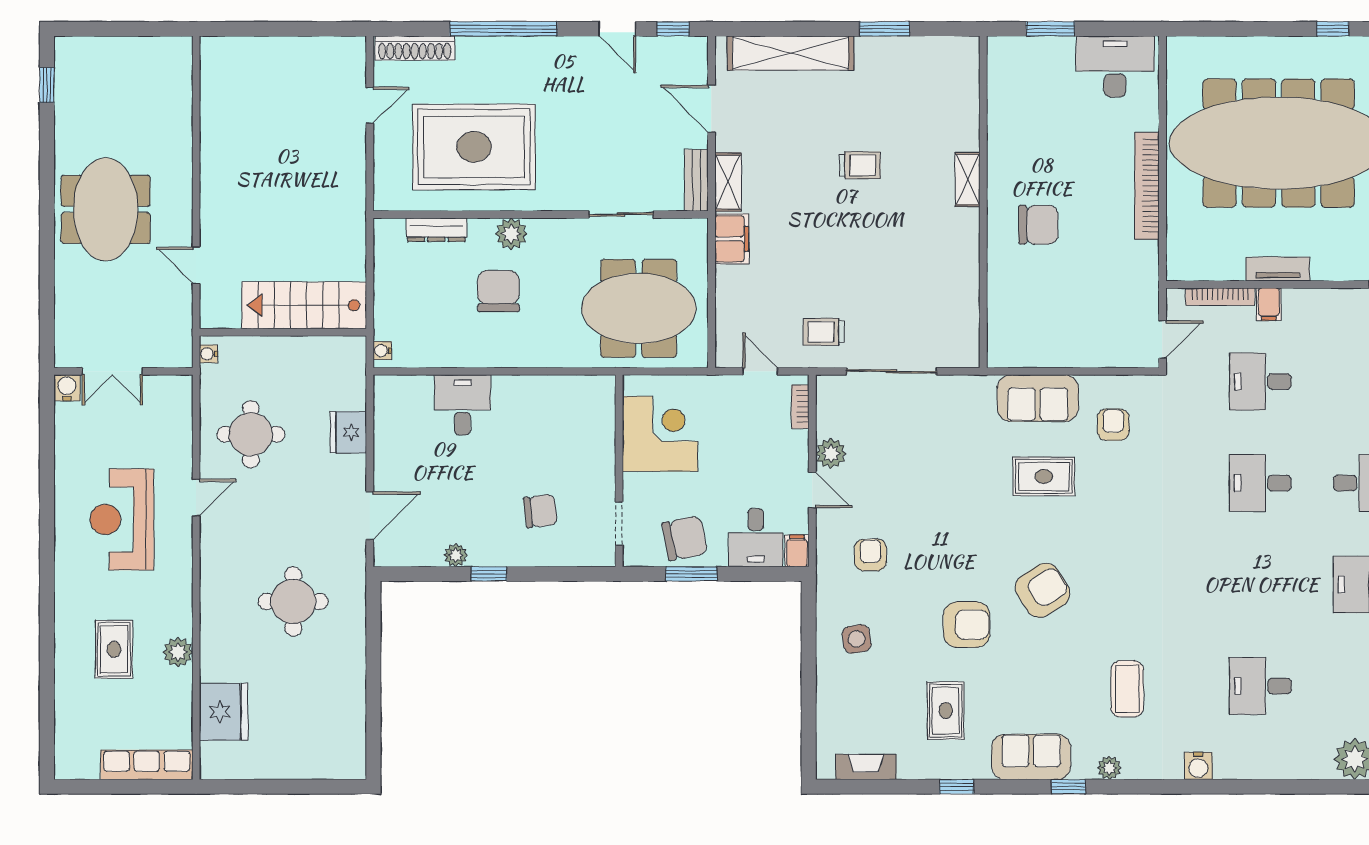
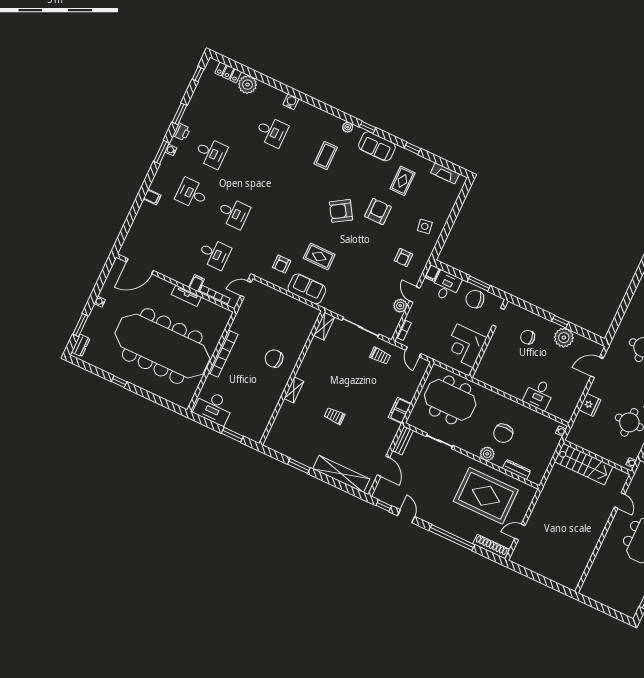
shelving: (728, 182) -> (324, 326), moved
plant: (456, 555) -> (564, 338), width x1.88, depth x1.88
armchair: (967, 625) -> (378, 211), turned 90
water cooler: (1198, 766) -> (291, 102), moved

